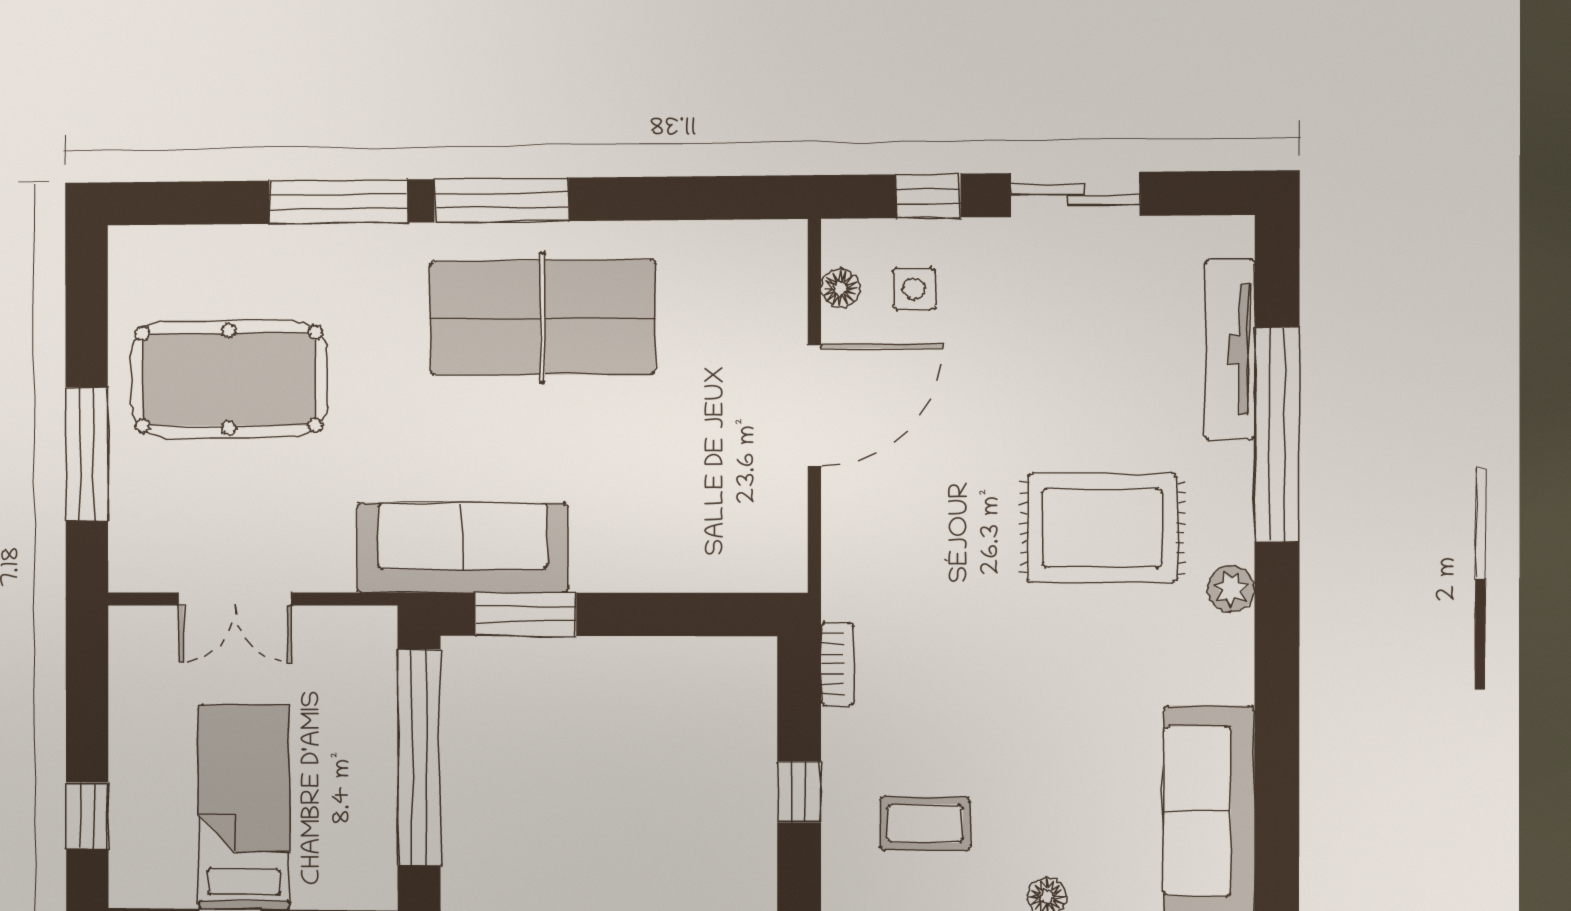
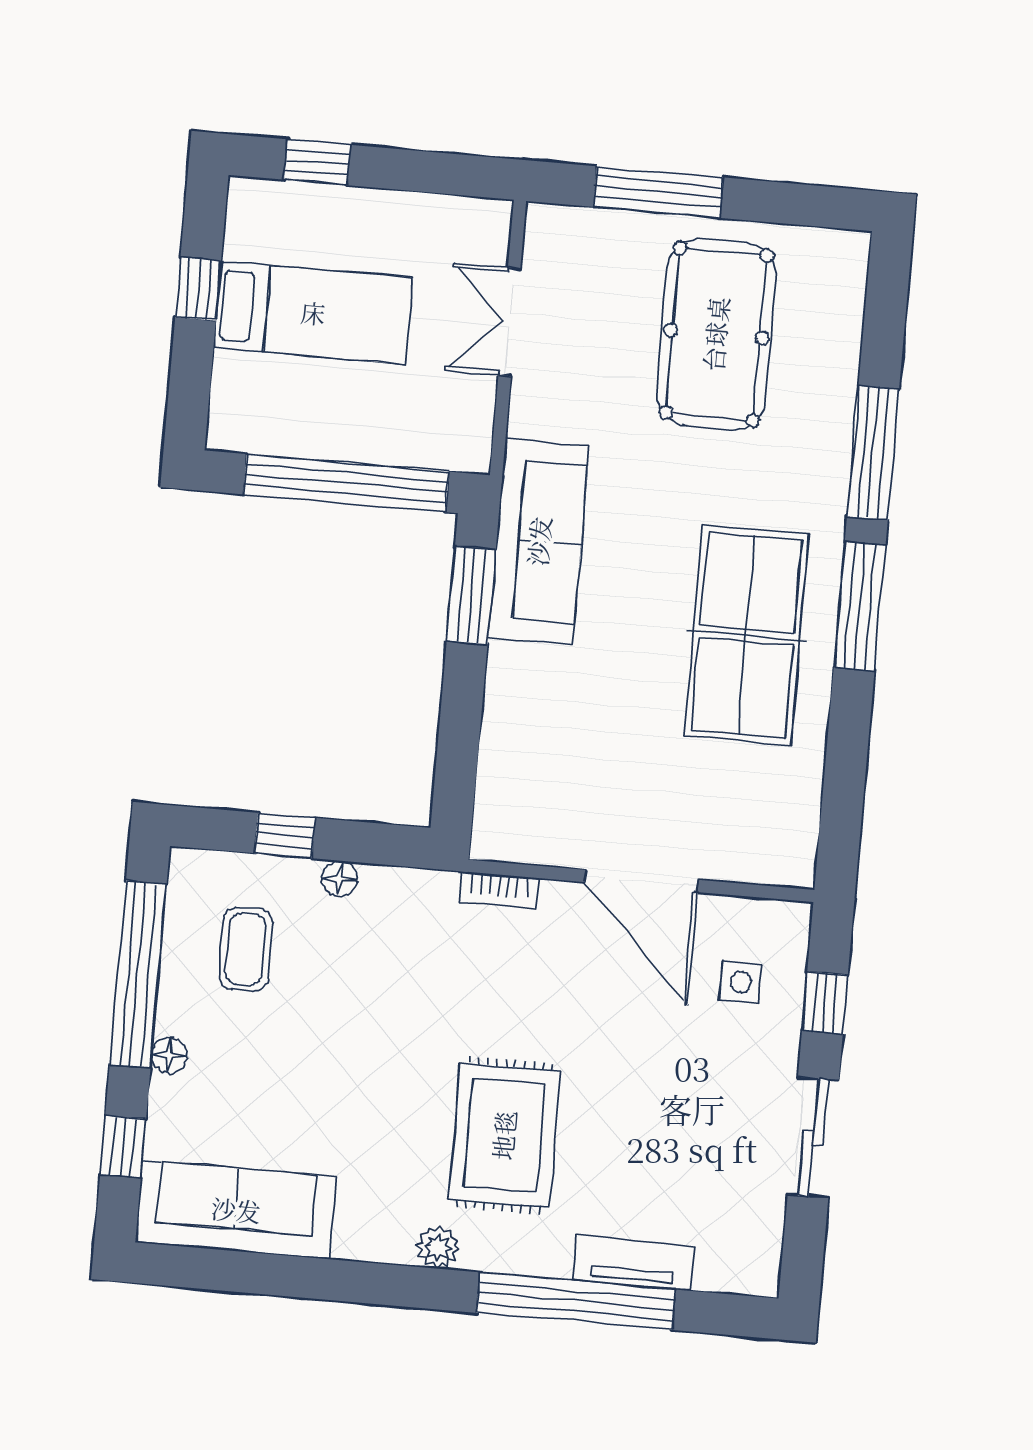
floor lamp: (840, 288) -> (340, 879), moved
tv unit: (1230, 350) -> (633, 1263), width x0.71
bookcase: (837, 664) -> (499, 890), moved

